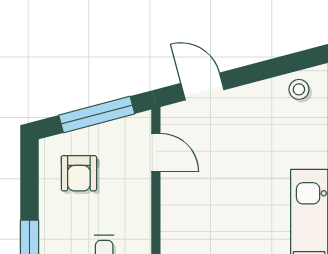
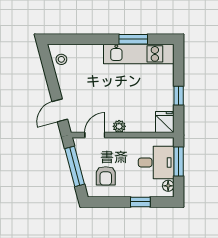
armchair: (79, 173) -> (106, 176), turned 90
plant: (172, 199) -> (119, 126), added

